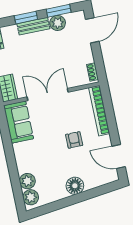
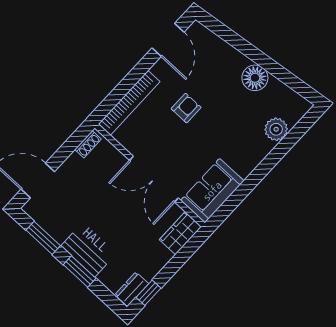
plant: (58, 23) -> (59, 229), removed
armchair: (74, 140) -> (186, 108), turned 180
floor lamp: (75, 186) -> (255, 78), moved
plant: (31, 197) -> (293, 111), removed

